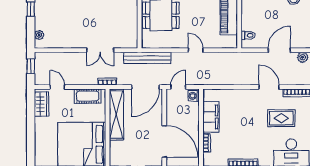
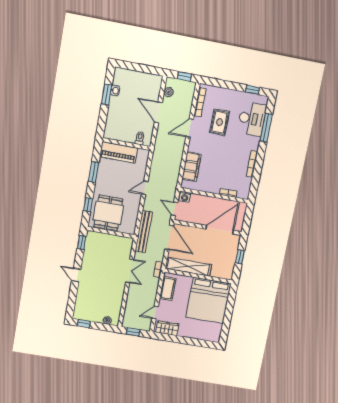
filing cabinet: (211, 117) -> (192, 167), moved, turned 90

